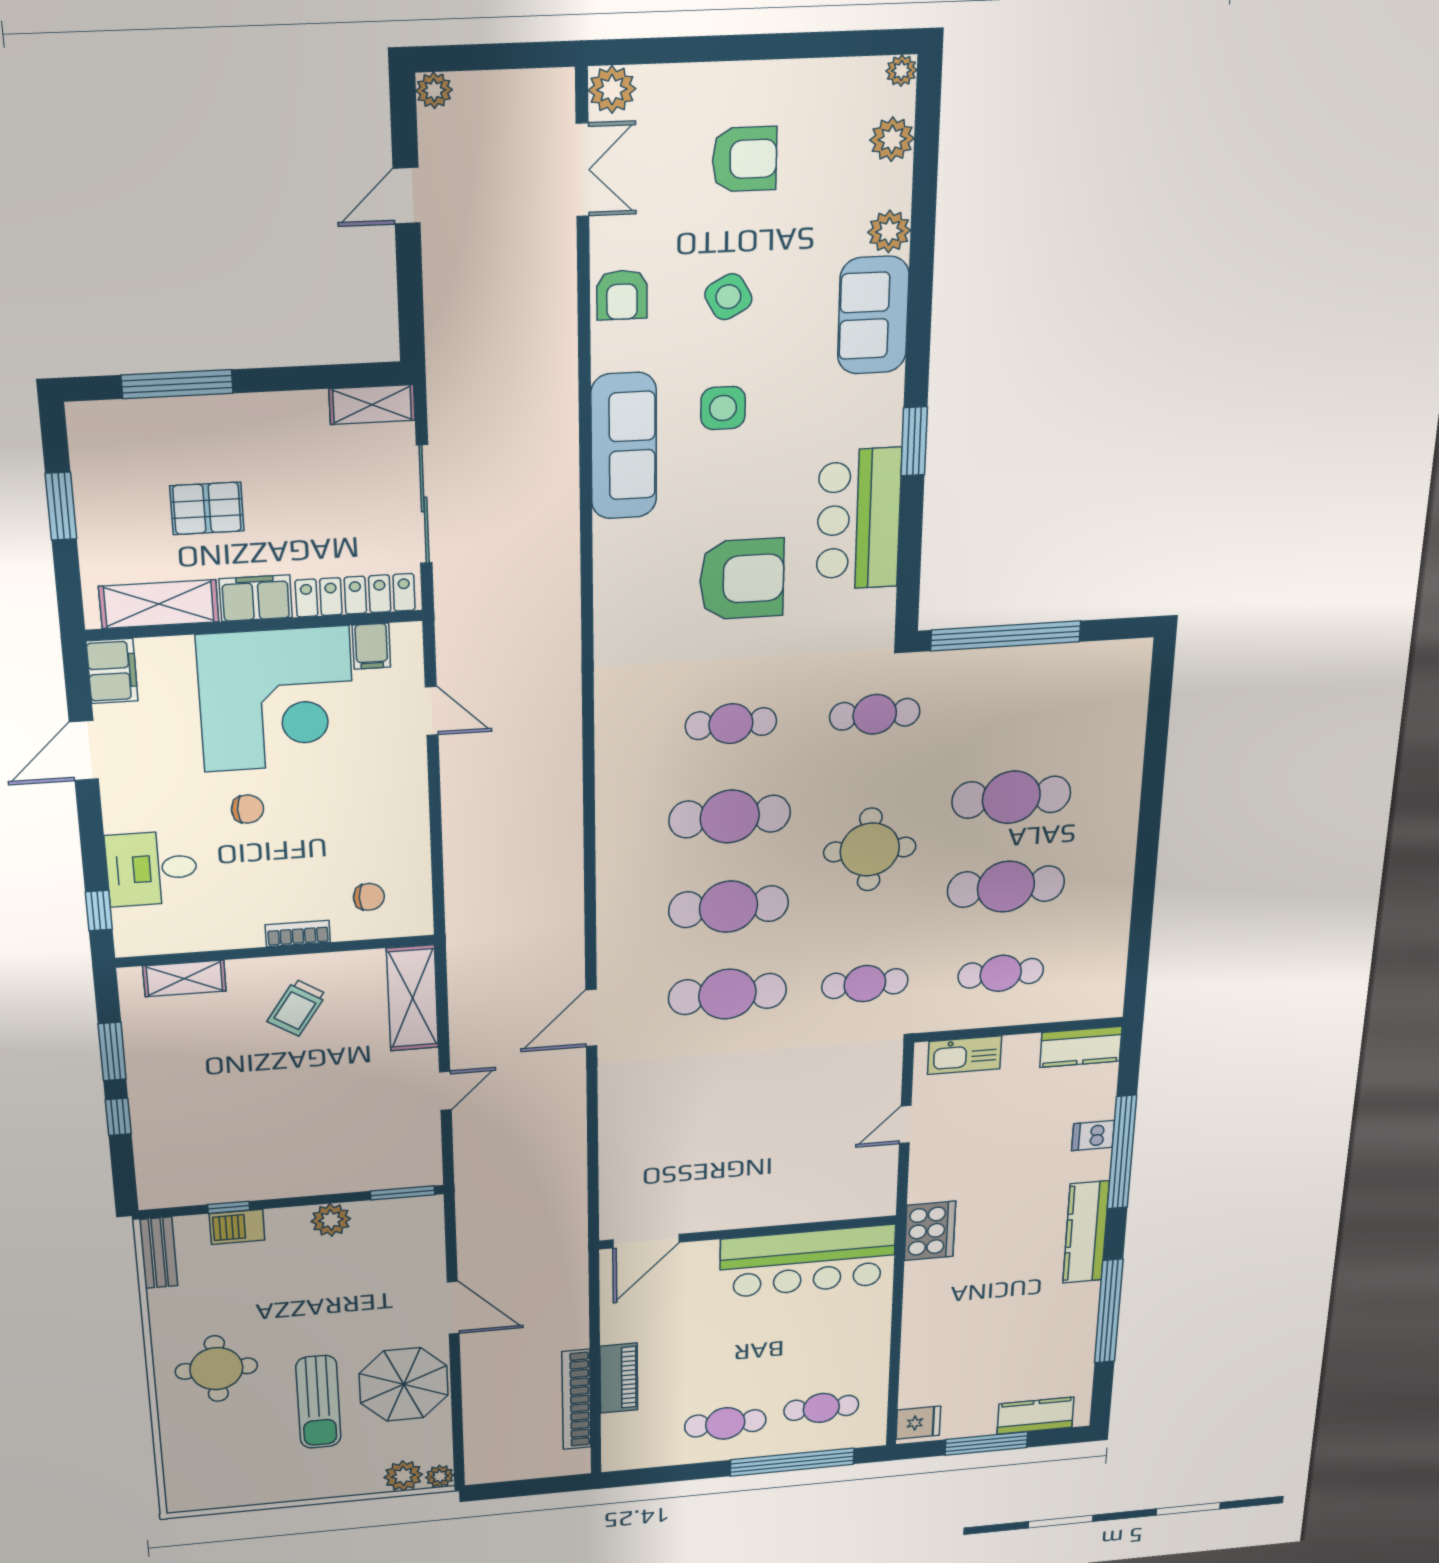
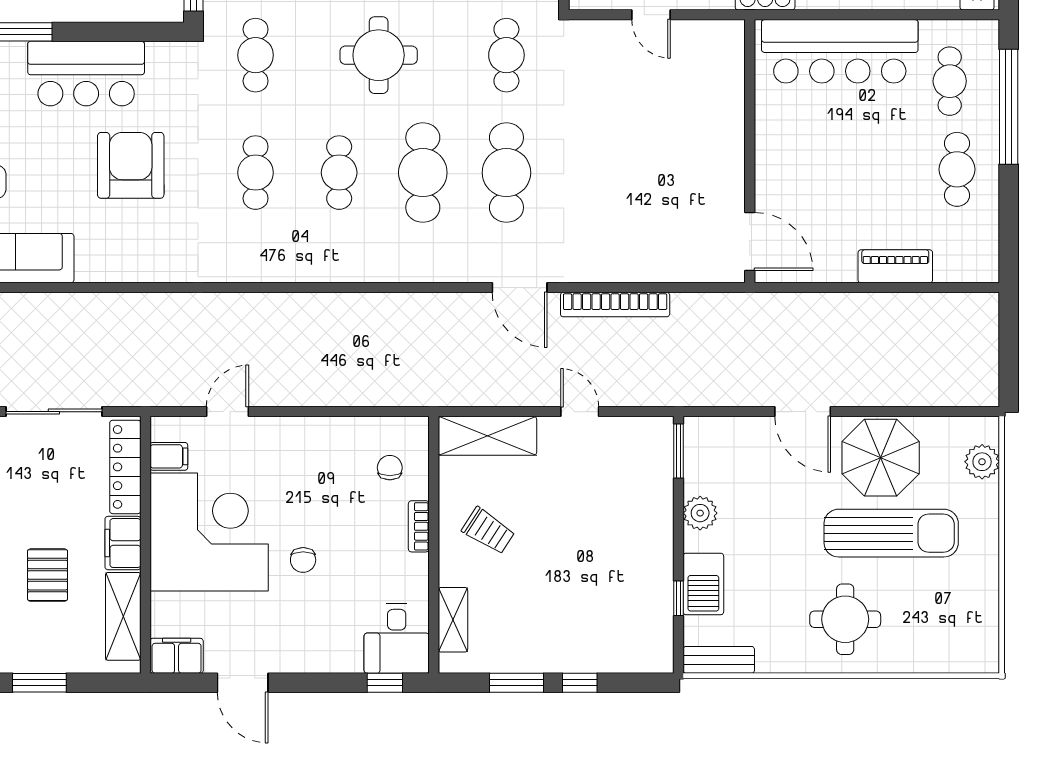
chair: (248, 809) -> (303, 560), turned 180
cafe table: (730, 817) -> (339, 173), width x0.73, depth x0.74
desk: (152, 869) -> (397, 639), moved
barbecue: (237, 1227) -> (703, 584), width x1.38, depth x1.27
bar counter: (808, 1261) -> (840, 51), moved, turned 90
door: (453, 1308) -> (803, 412), swing flipped
bookcase: (576, 1400) -> (615, 305), moved
sun lounger: (318, 1402) -> (891, 533), width x1.36, depth x1.34
plant: (440, 1476) -> (986, 429), removed

